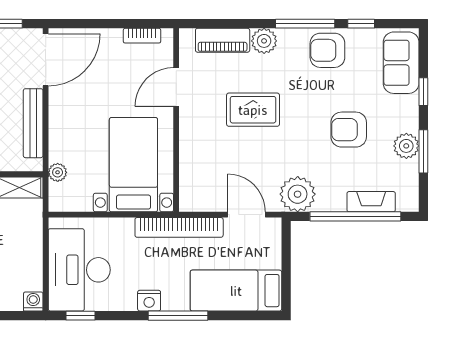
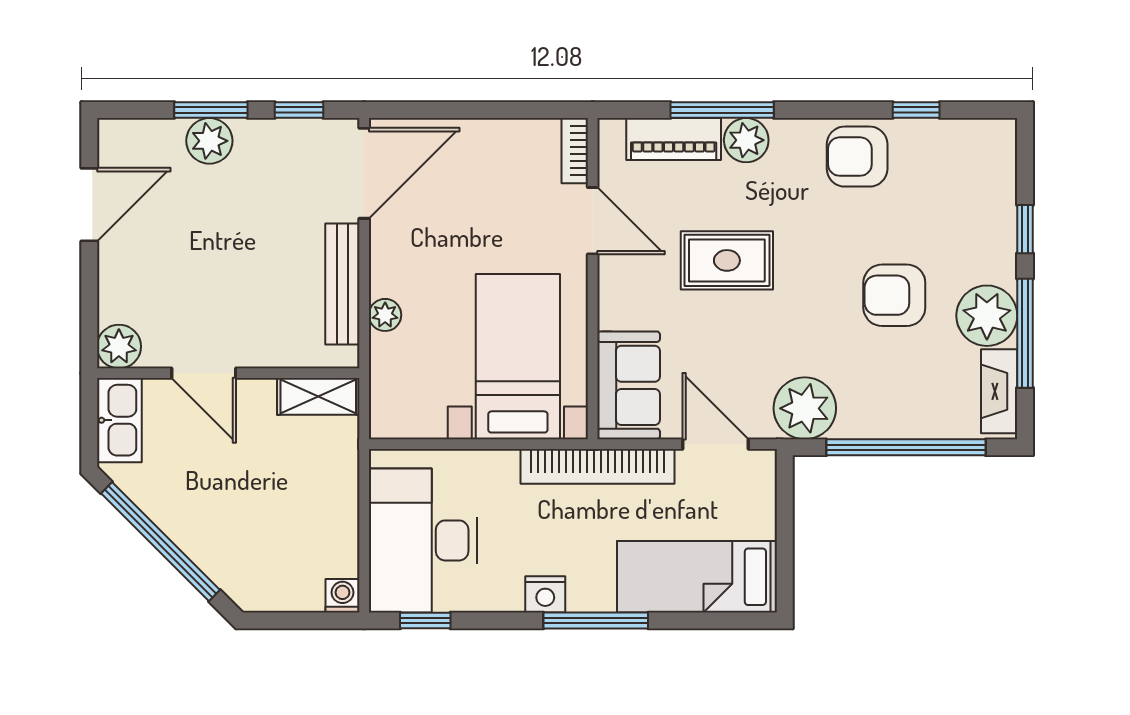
window: (305, 24) -> (722, 110), moved
bookcase: (142, 36) -> (575, 151), moved, turned 90
sofa: (401, 63) -> (629, 385), moved, turned 180
door: (176, 87) -> (593, 221), swing flipped
plant: (406, 146) -> (987, 316), width x1.36, depth x1.36
window: (423, 151) -> (1025, 333), width x1.44
plant: (58, 172) -> (385, 315), moved
fireplace: (371, 202) -> (999, 391), moved, turned -90

